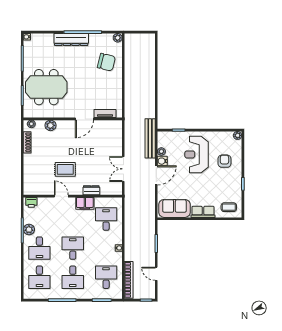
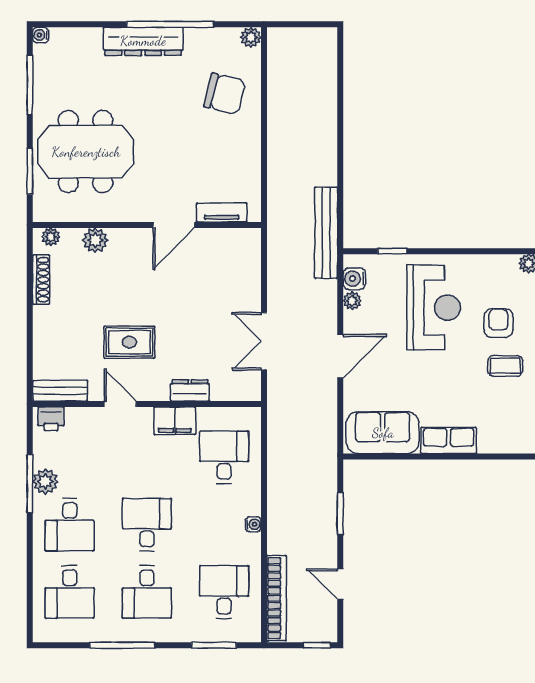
bench: (150, 138) -> (326, 233), moved
reception desk: (196, 154) -> (434, 308), turned 180
water cooler: (162, 161) -> (354, 279), moved
bench: (35, 190) -> (60, 391), added
coffee table: (229, 207) -> (505, 366), moved

